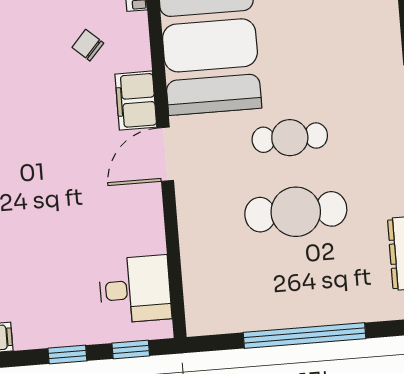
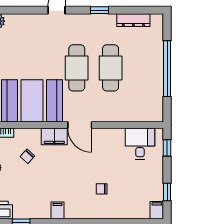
cafe table: (290, 138) -> (77, 68), width x1.37, depth x1.35
chair: (29, 213) -> (102, 189), added
window: (67, 355) -> (167, 192), moved

